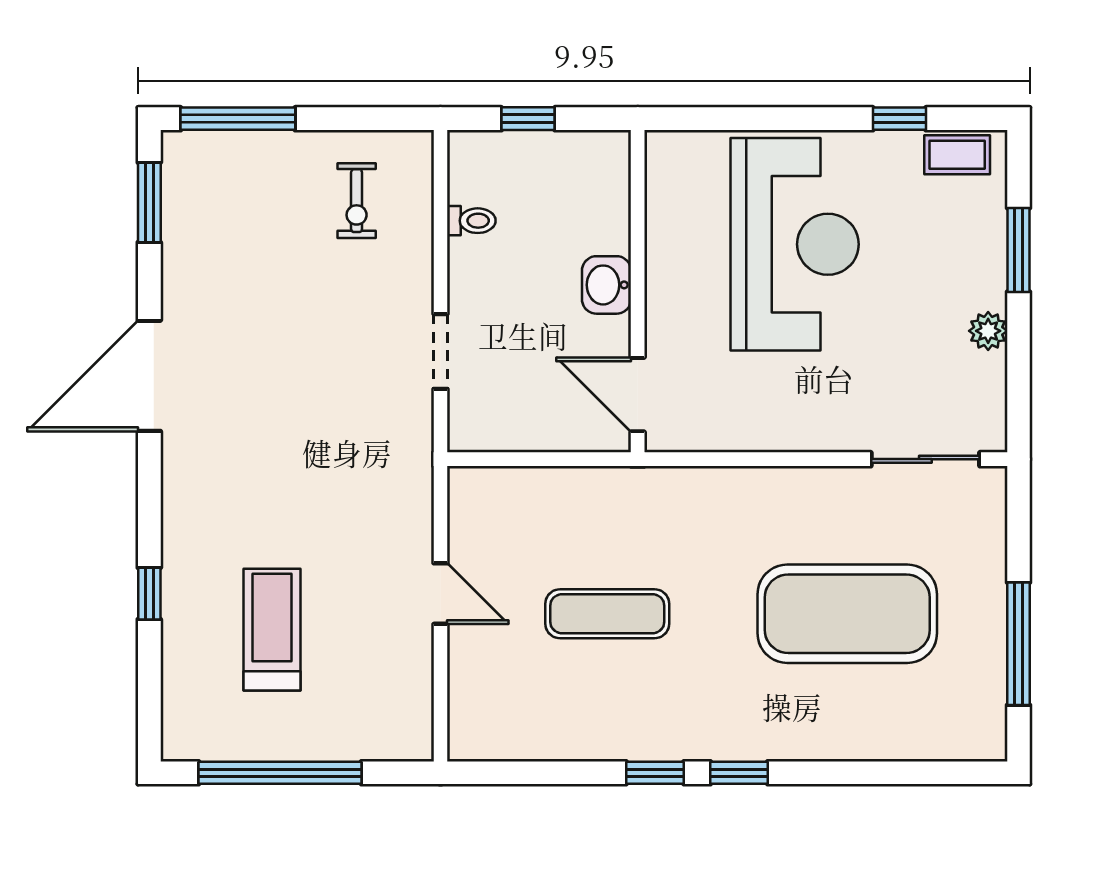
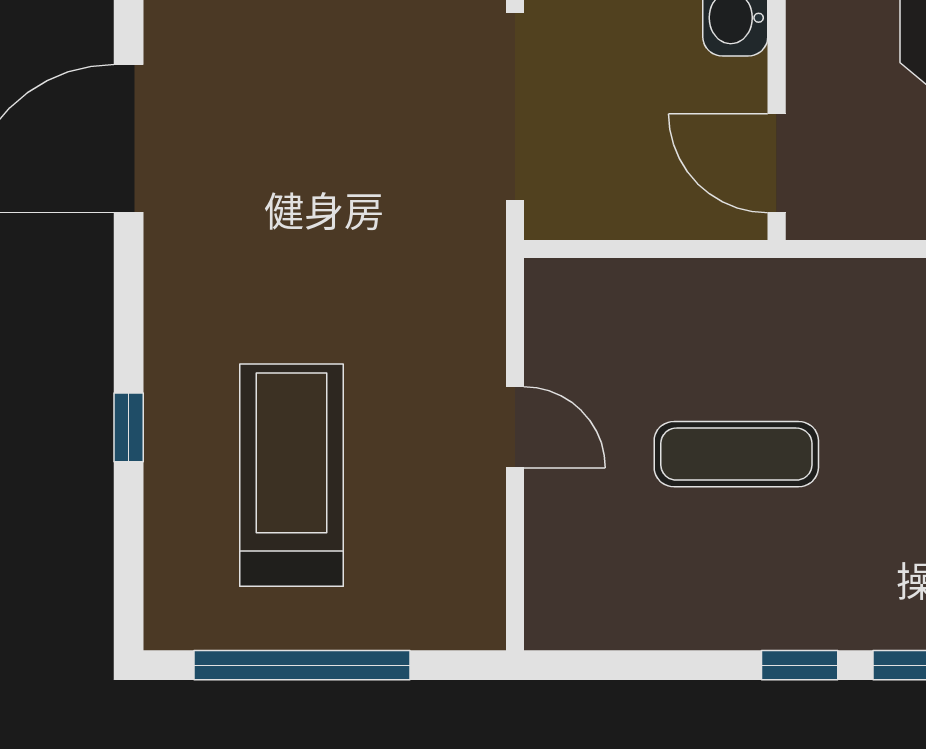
doorway: (441, 352) -> (515, 106), width x1.88
treadmill: (272, 630) -> (291, 475), width x1.37, depth x1.38

